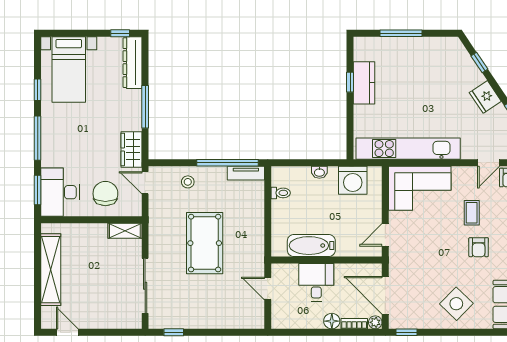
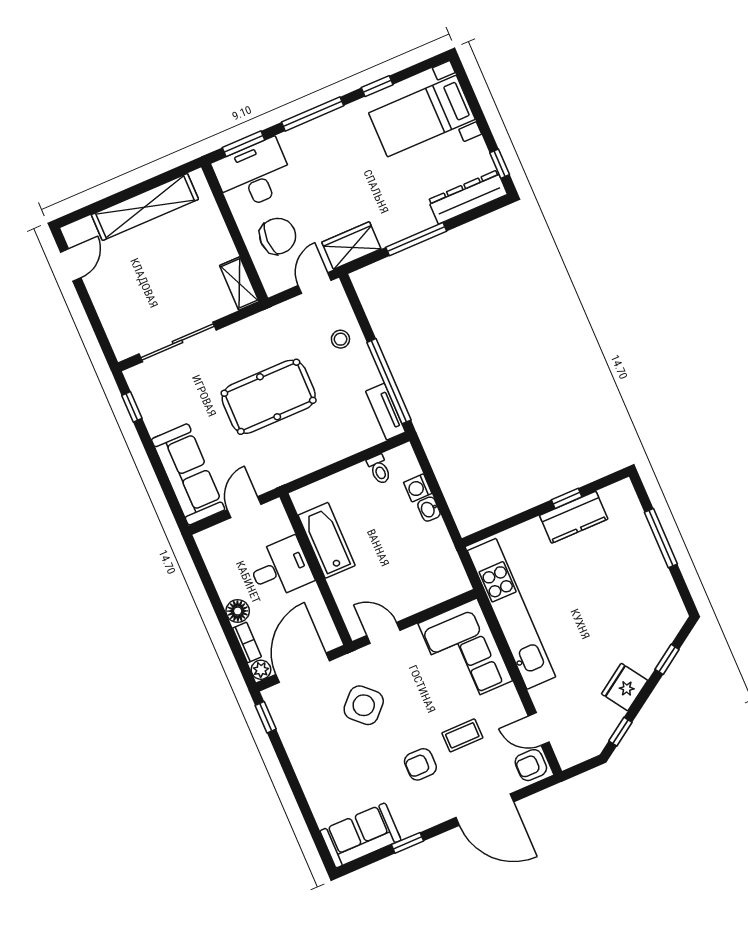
washing machine: (353, 180) -> (418, 488), moved, width x0.53, depth x0.53
side table: (456, 304) -> (364, 705), moved
sofa: (232, 315) -> (188, 474), added

